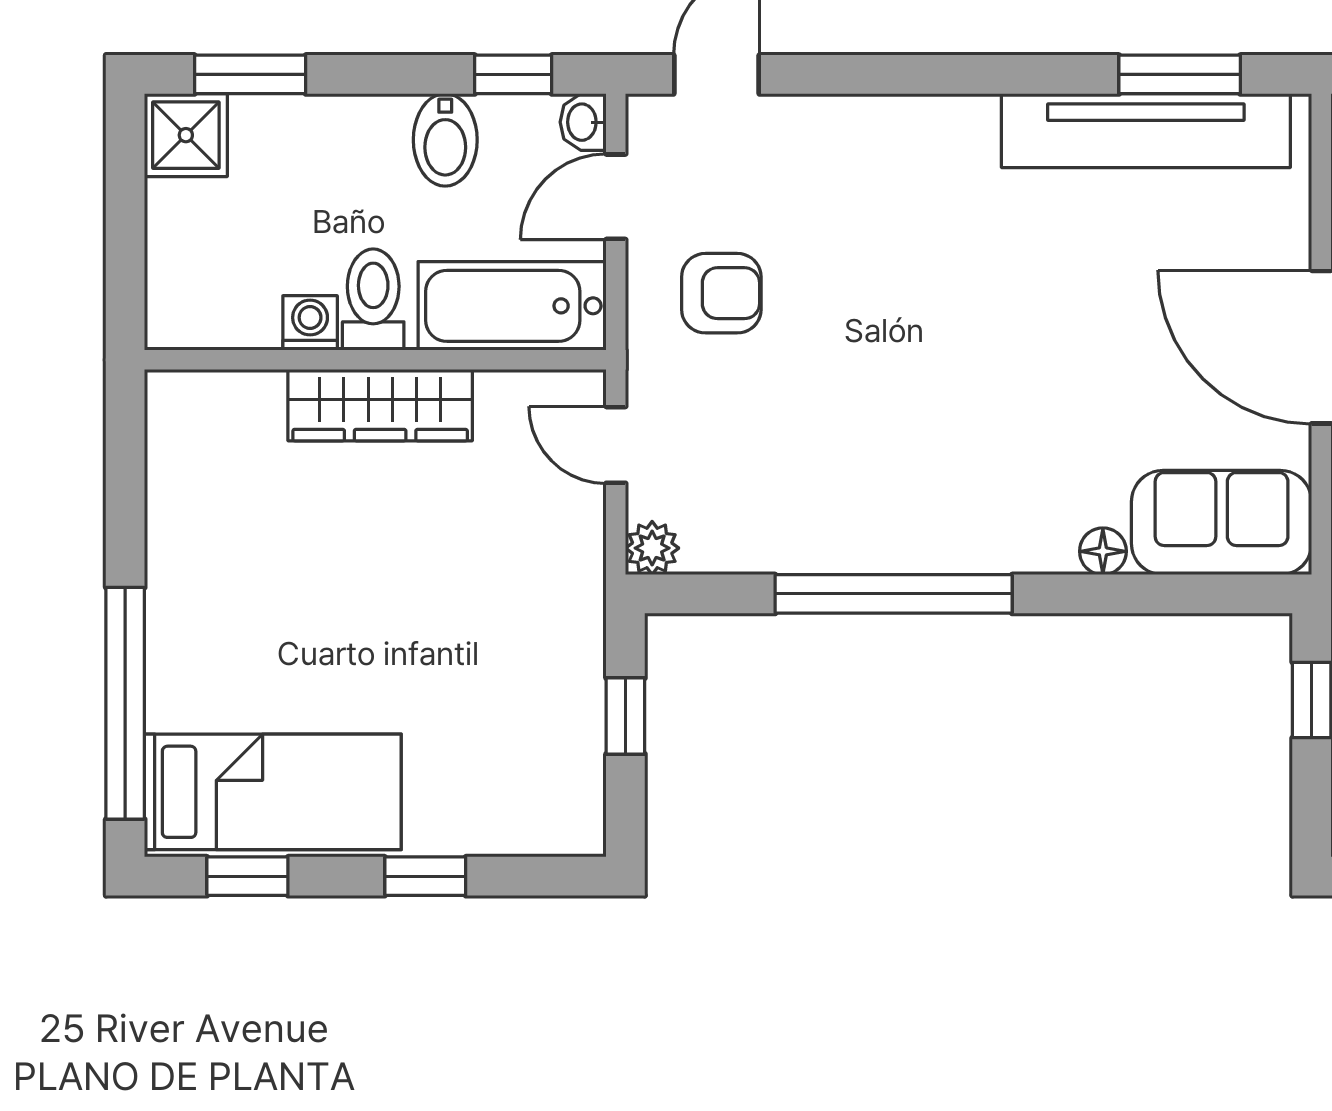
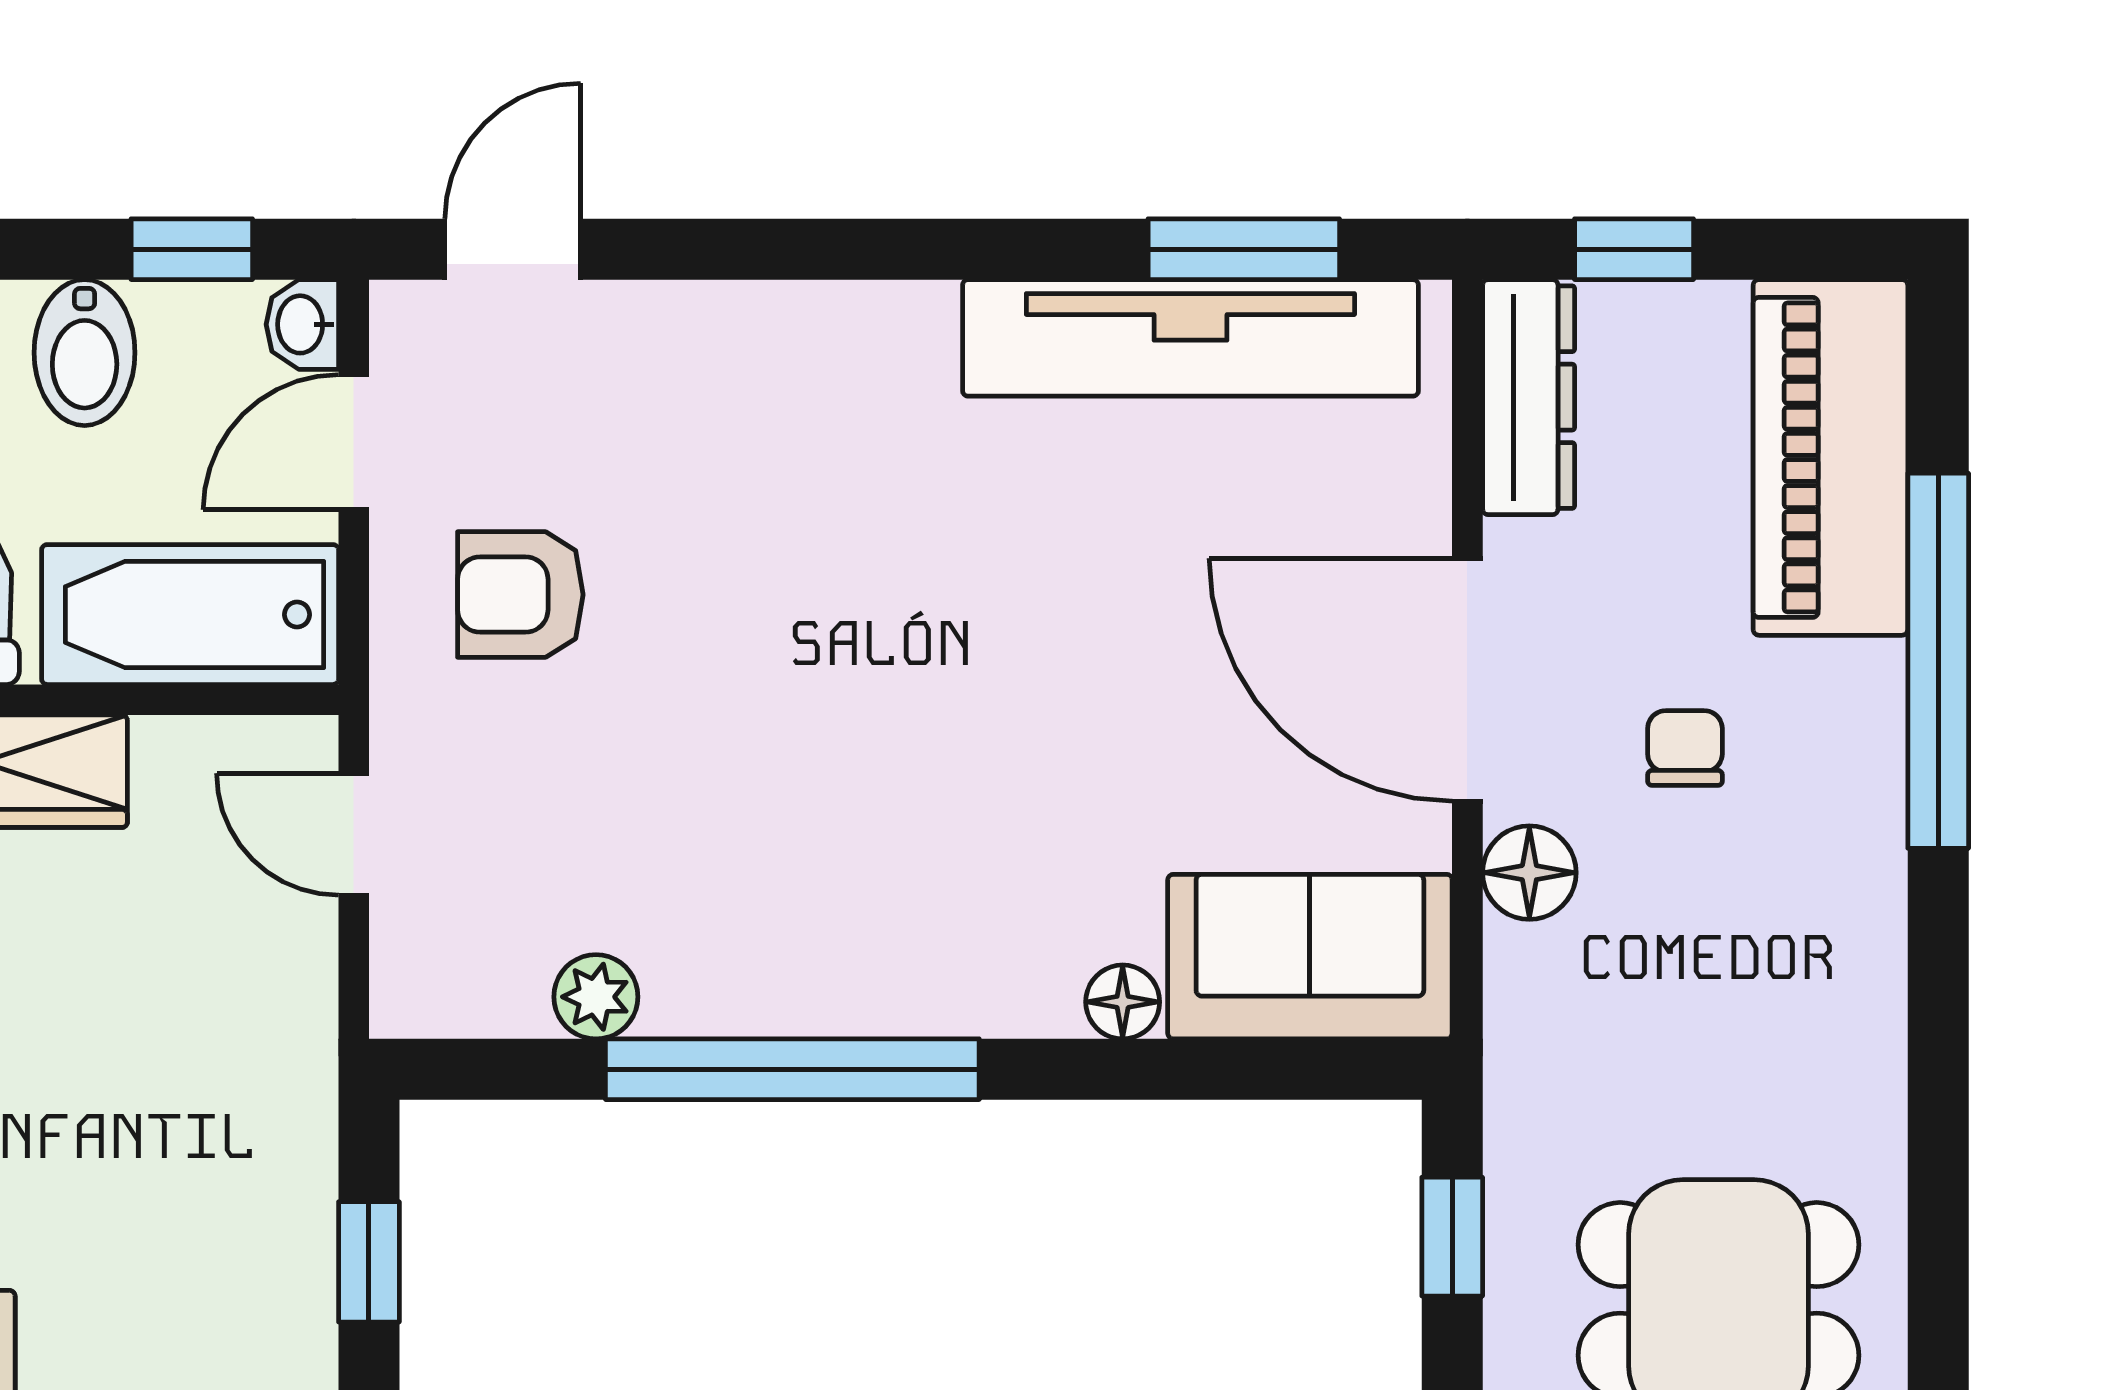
armchair: (721, 293) -> (520, 595), turned 180
plant: (652, 548) -> (596, 997), moved

